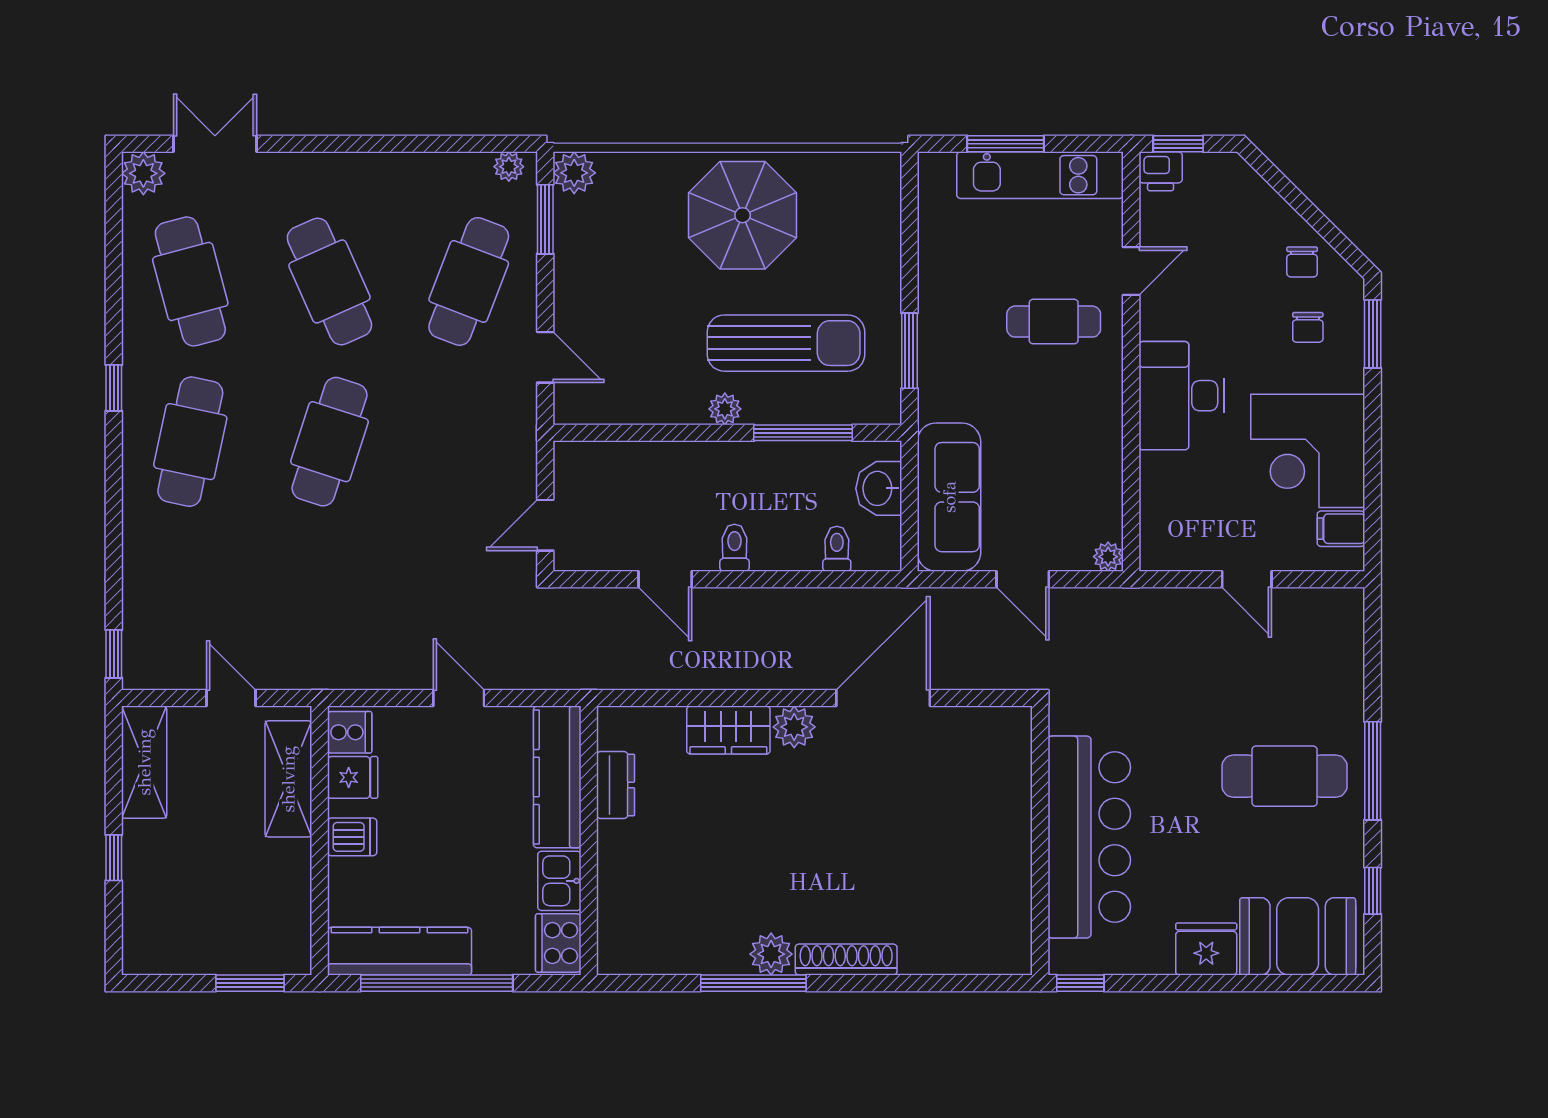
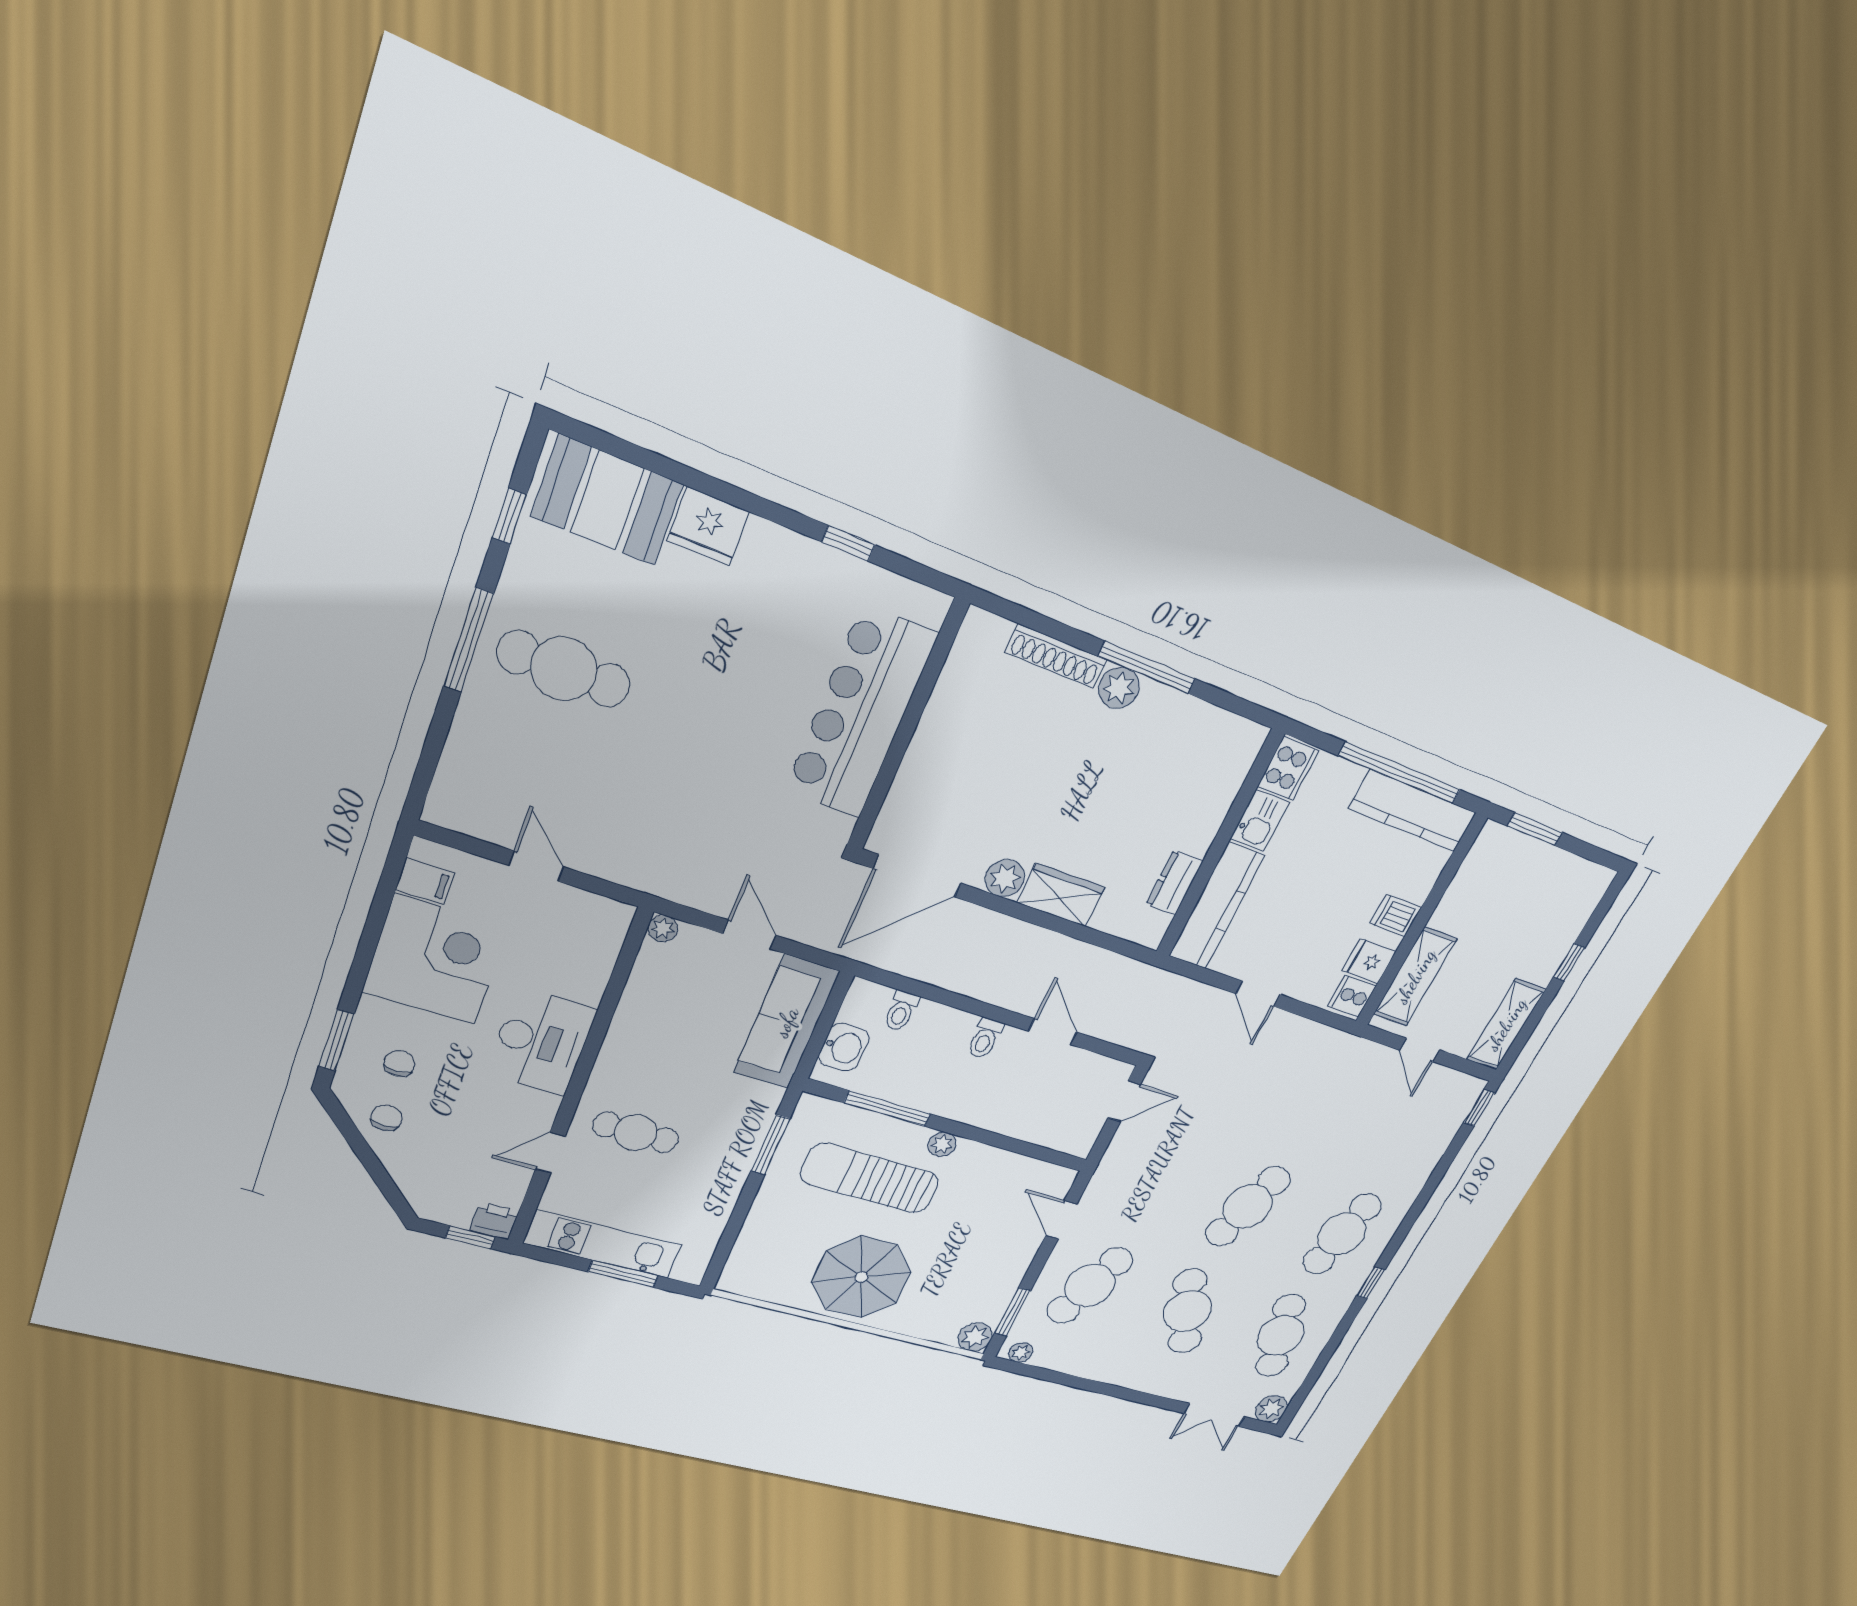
bar counter: (1089, 837) -> (861, 713), moved
wall: (1040, 841) -> (907, 727), moved

